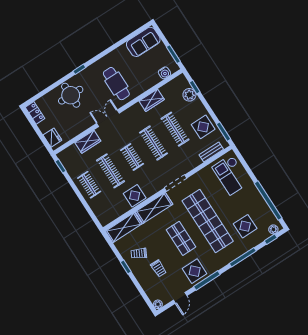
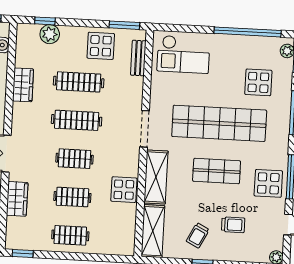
clothes rail: (111, 171) -> (72, 197), width x0.73

